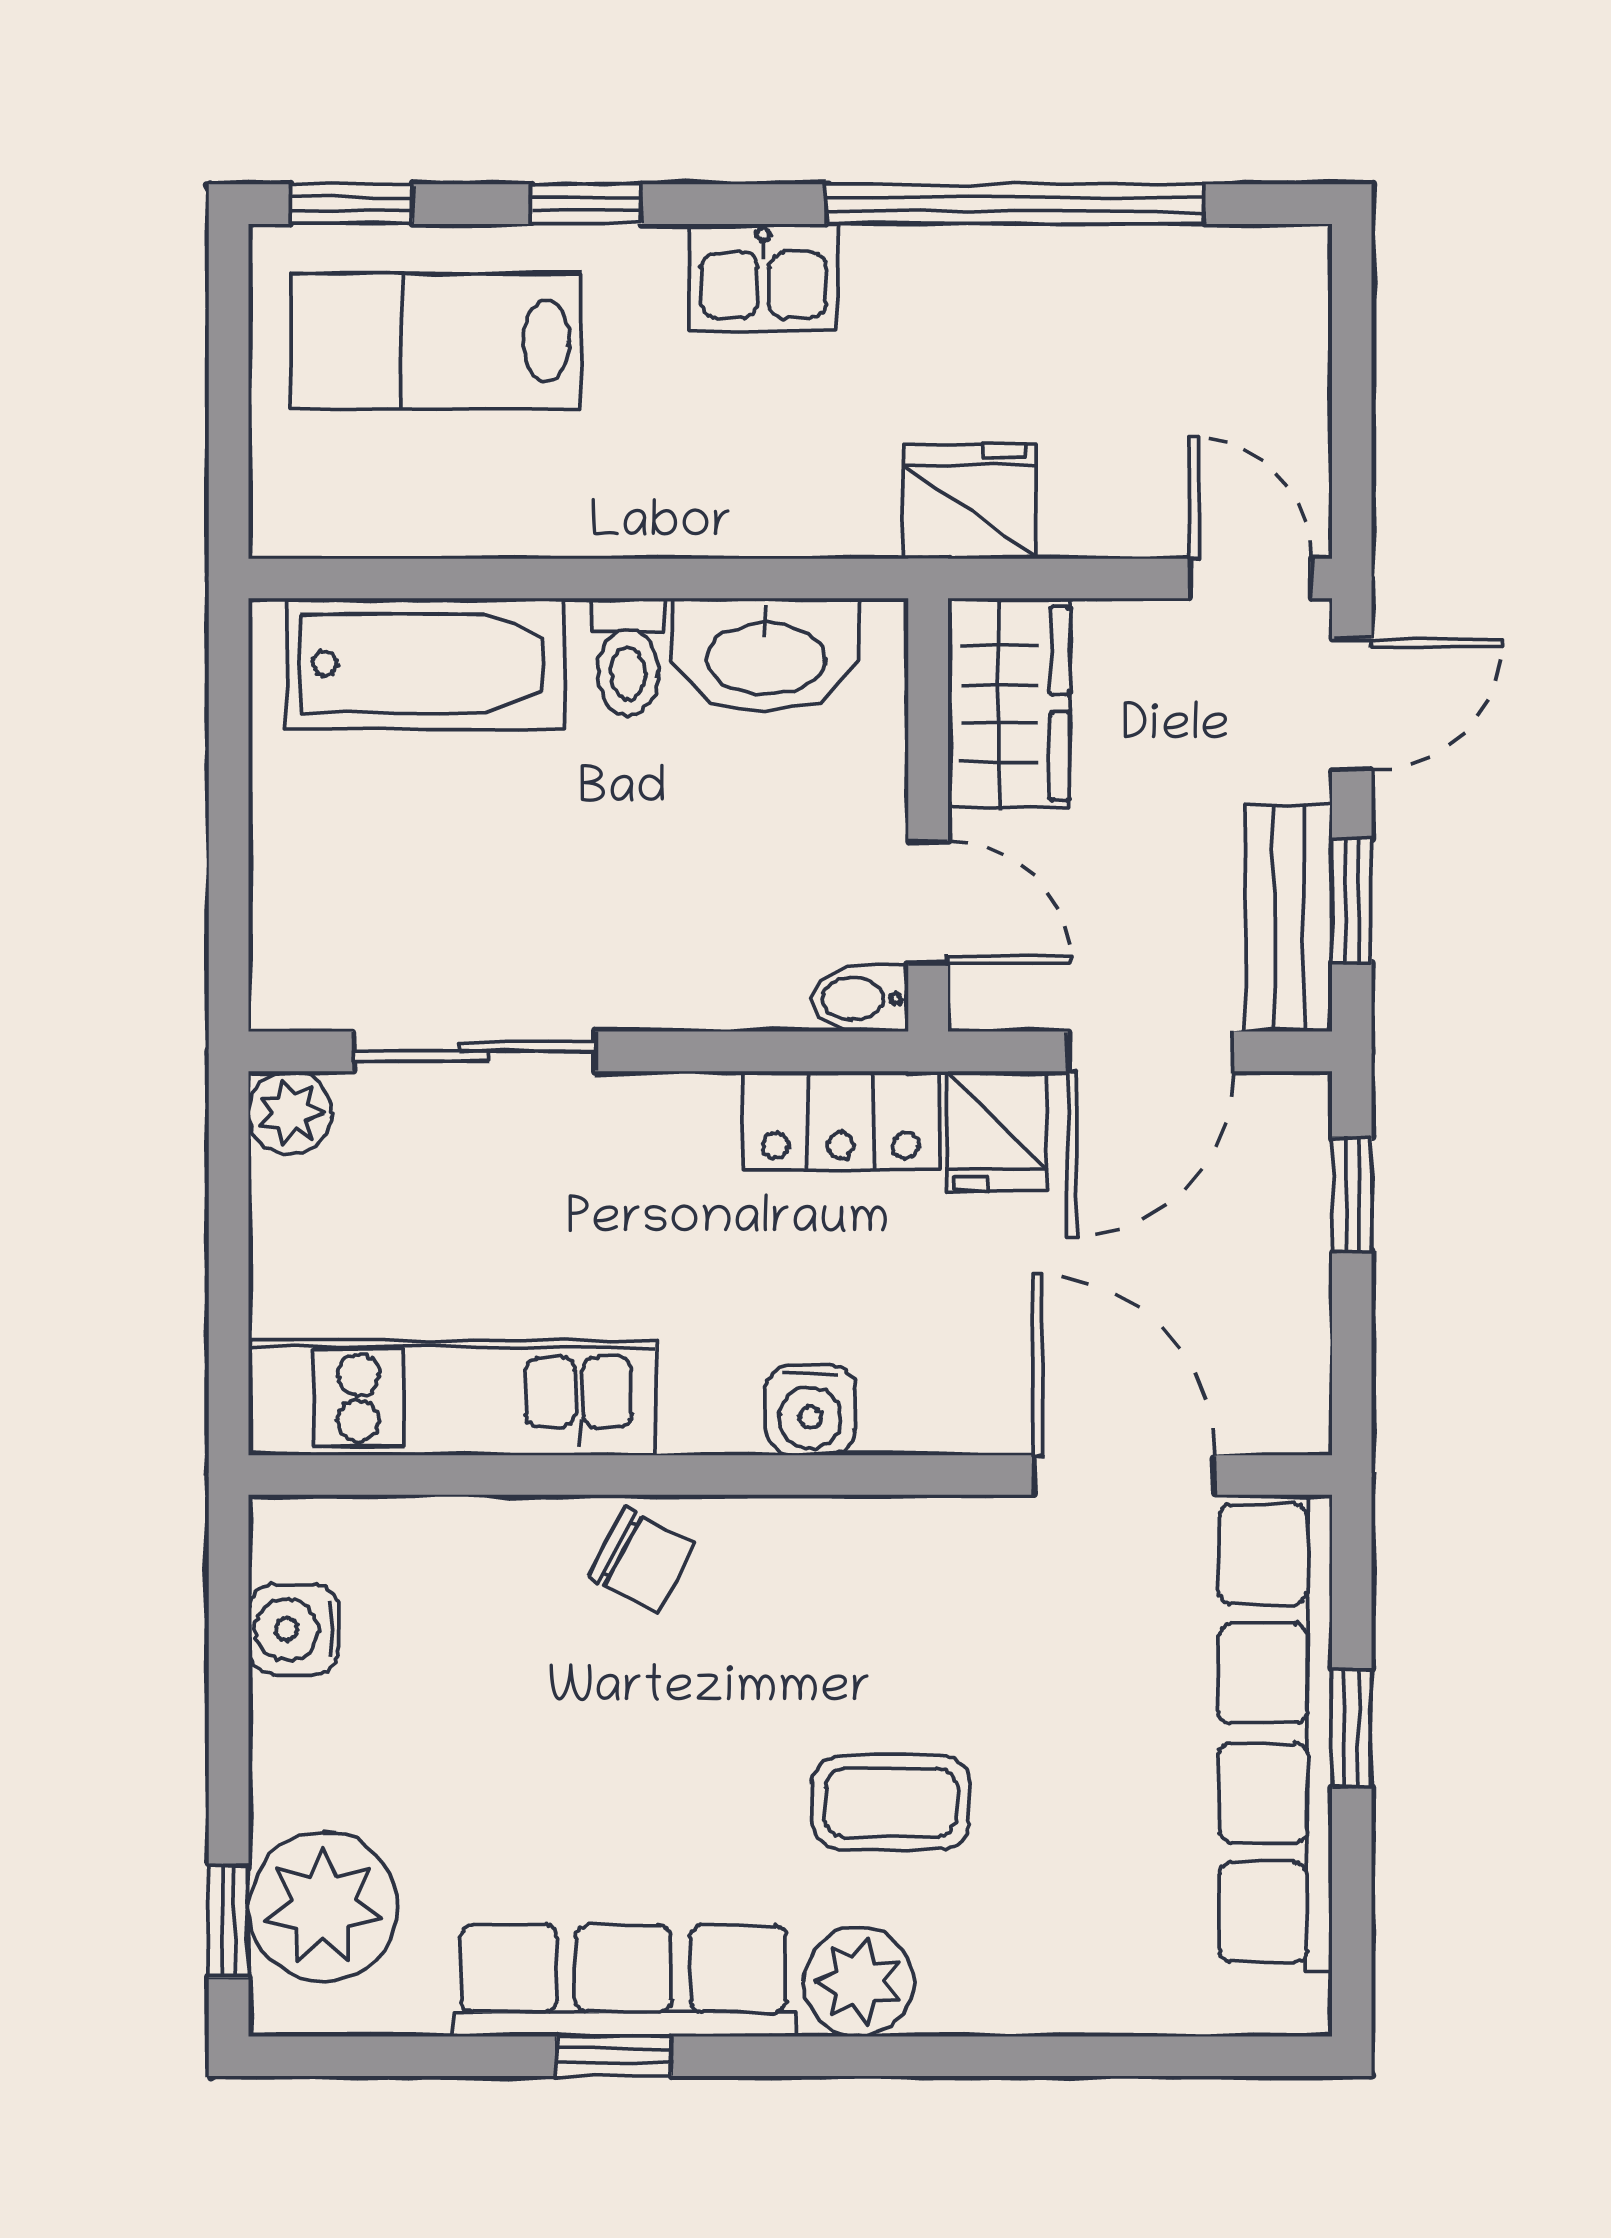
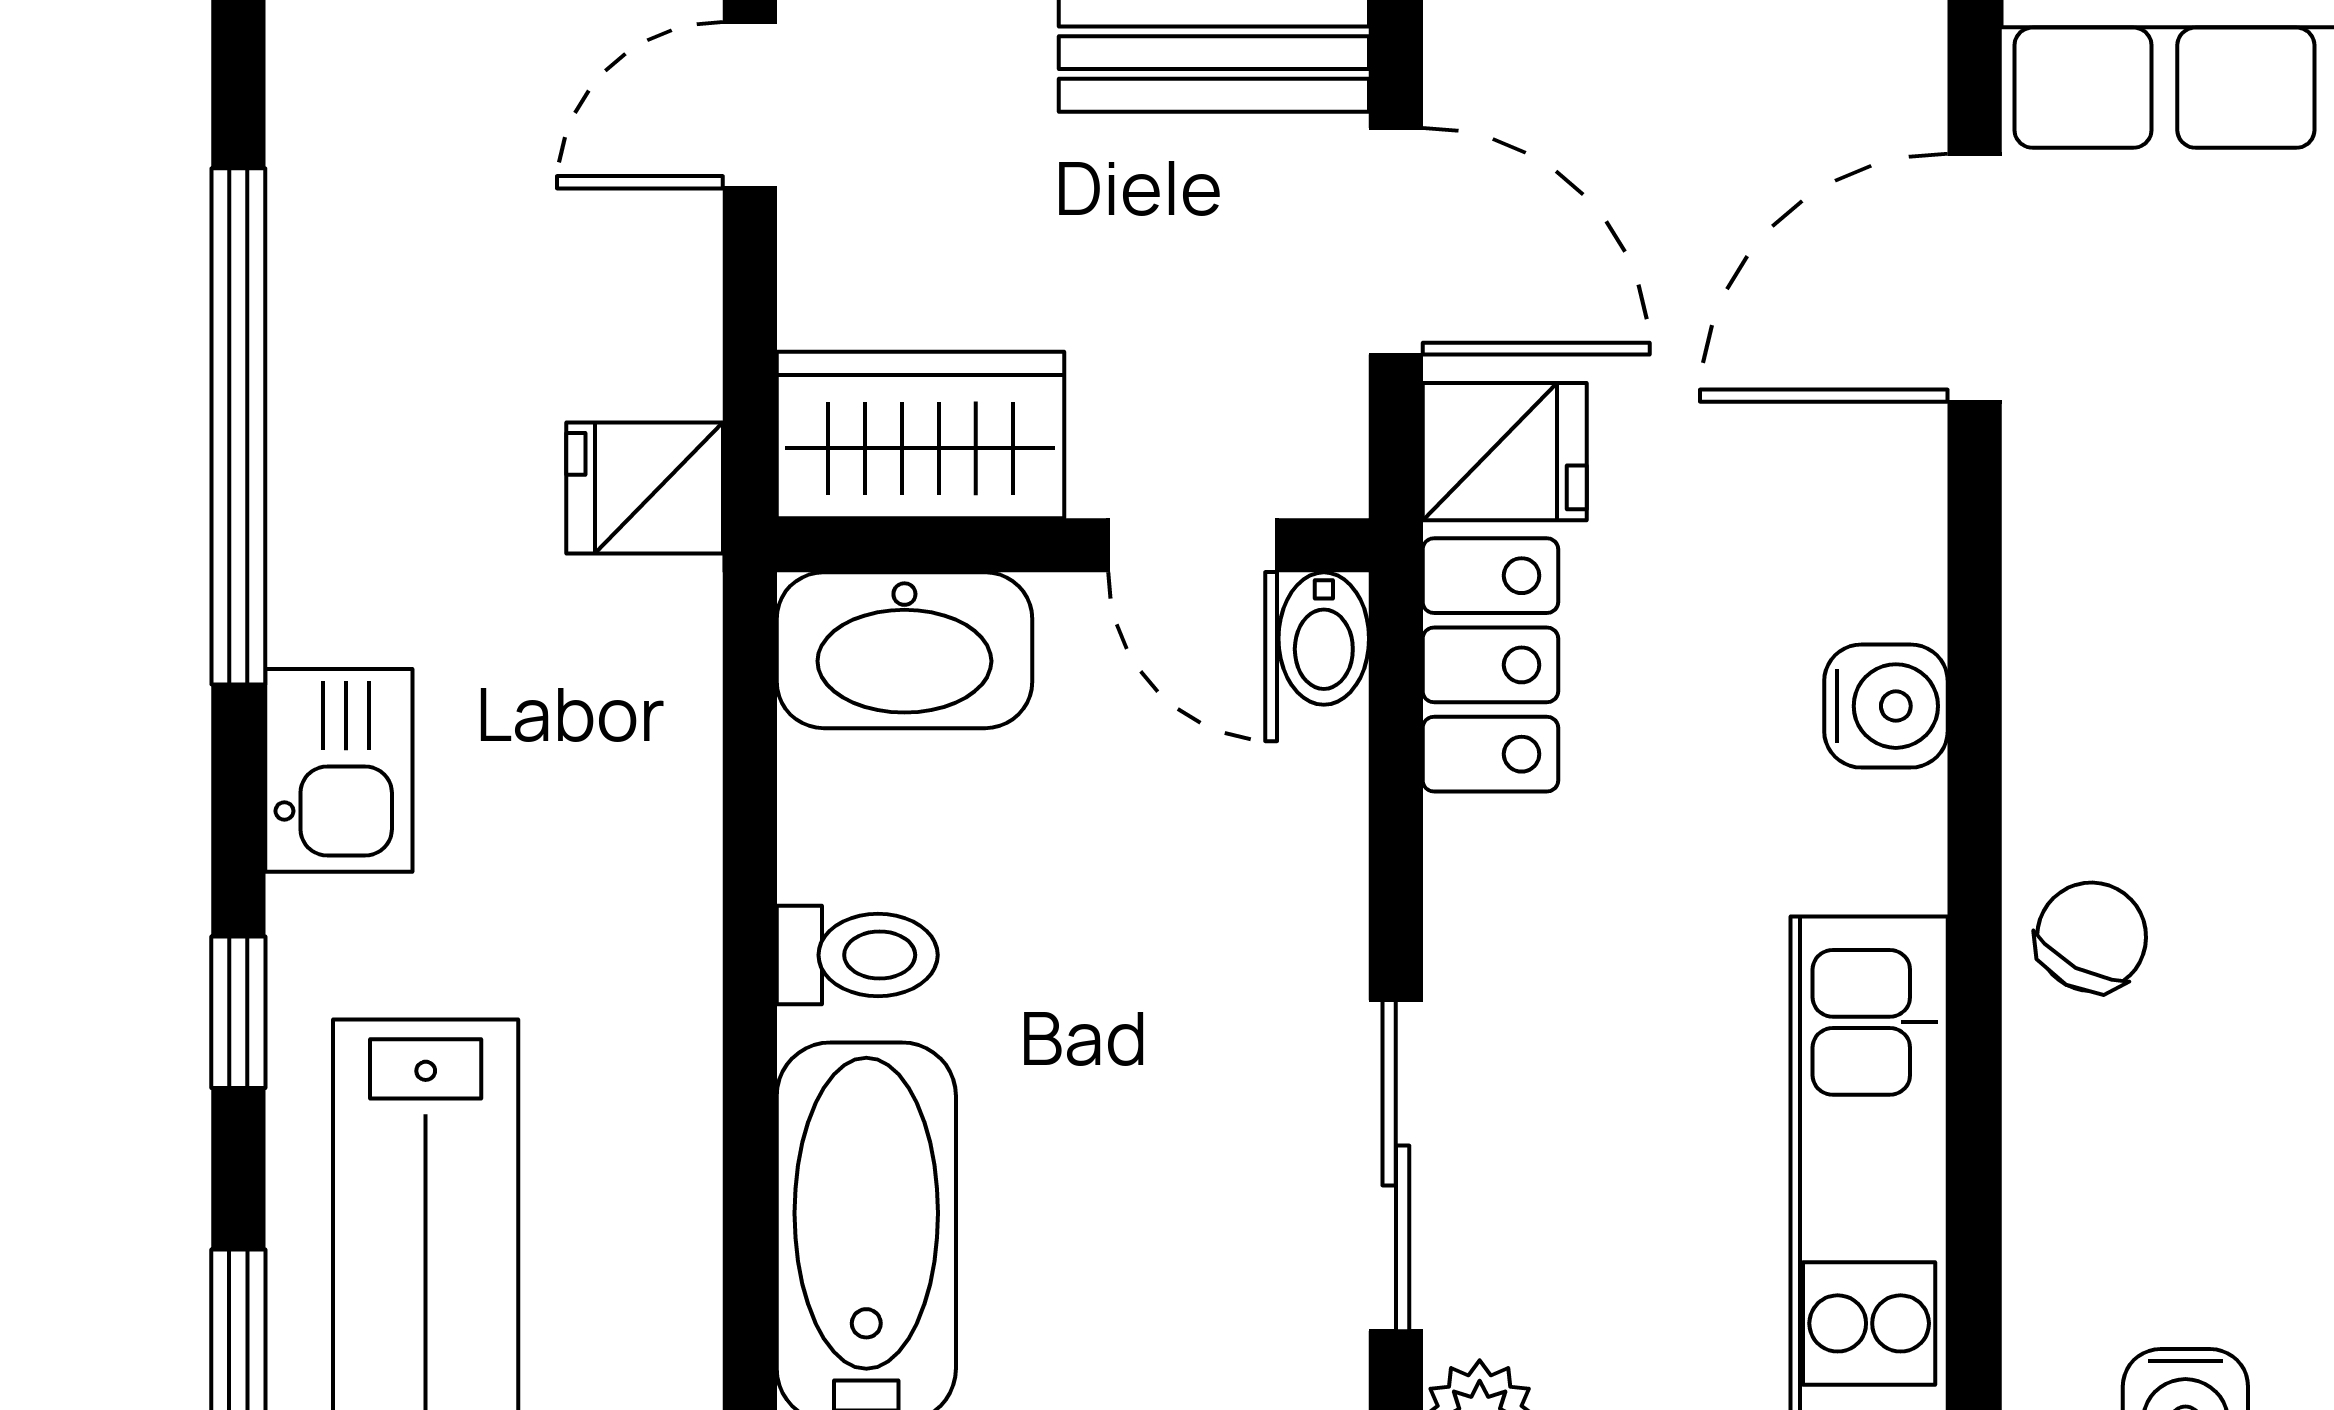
fridge: (970, 502) -> (645, 488), width x0.72
washbasin: (766, 655) -> (904, 650), moved, turned 90
door: (928, 903) -> (1193, 545), swing flipped

